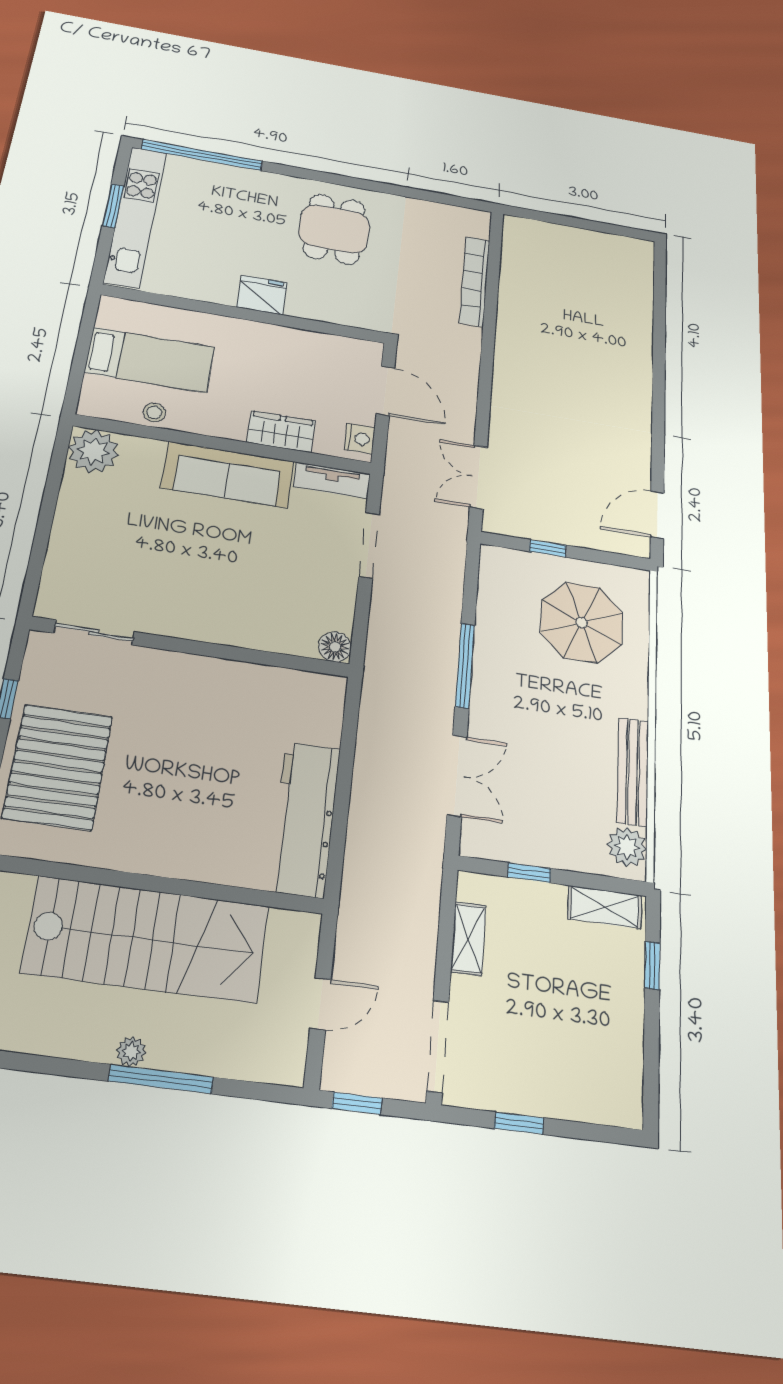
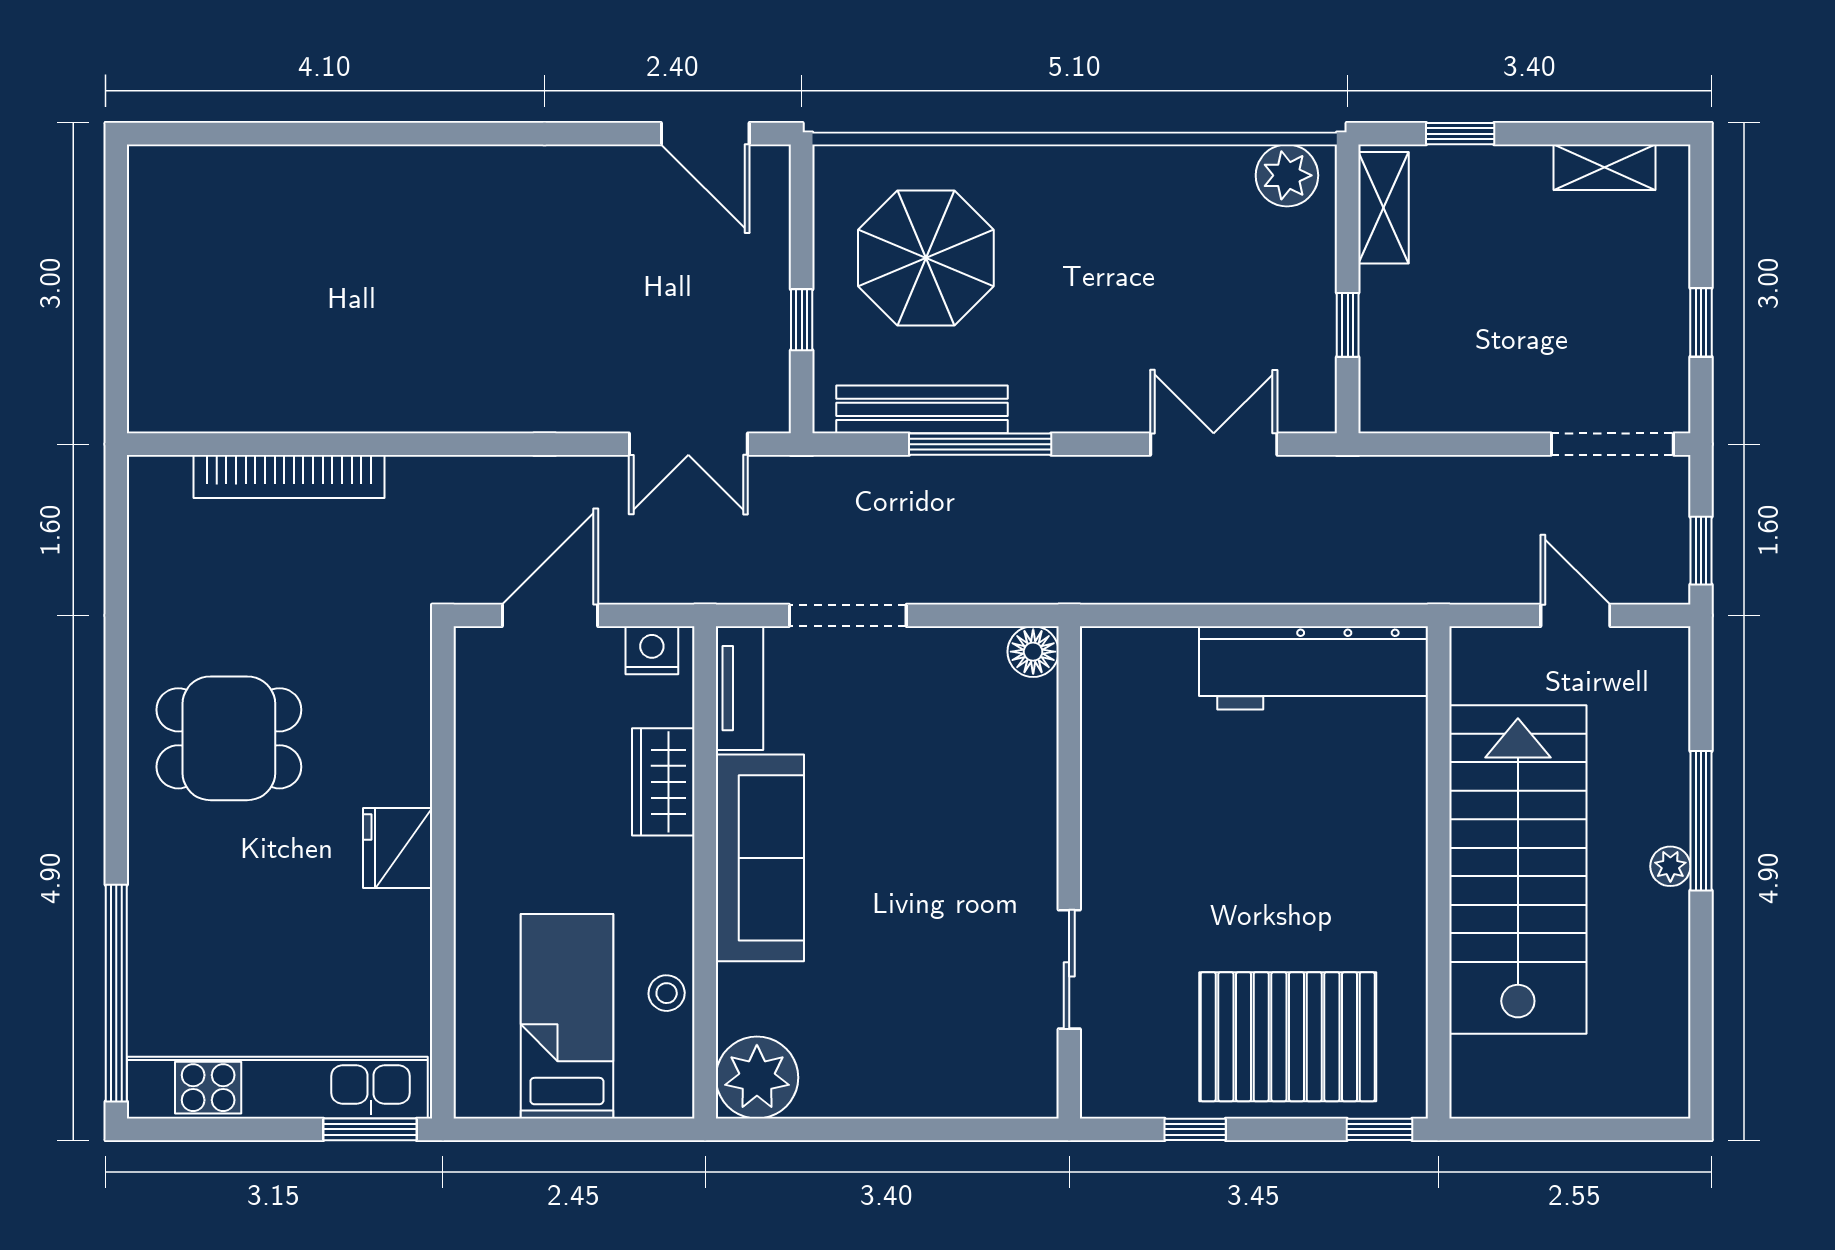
window: (113, 206) -> (370, 1129), moved
sliding door: (94, 632) -> (1069, 969), moved
window: (465, 665) -> (980, 444), moved
bench: (633, 771) -> (922, 409), moved
shelving: (468, 938) -> (1605, 167), moved

